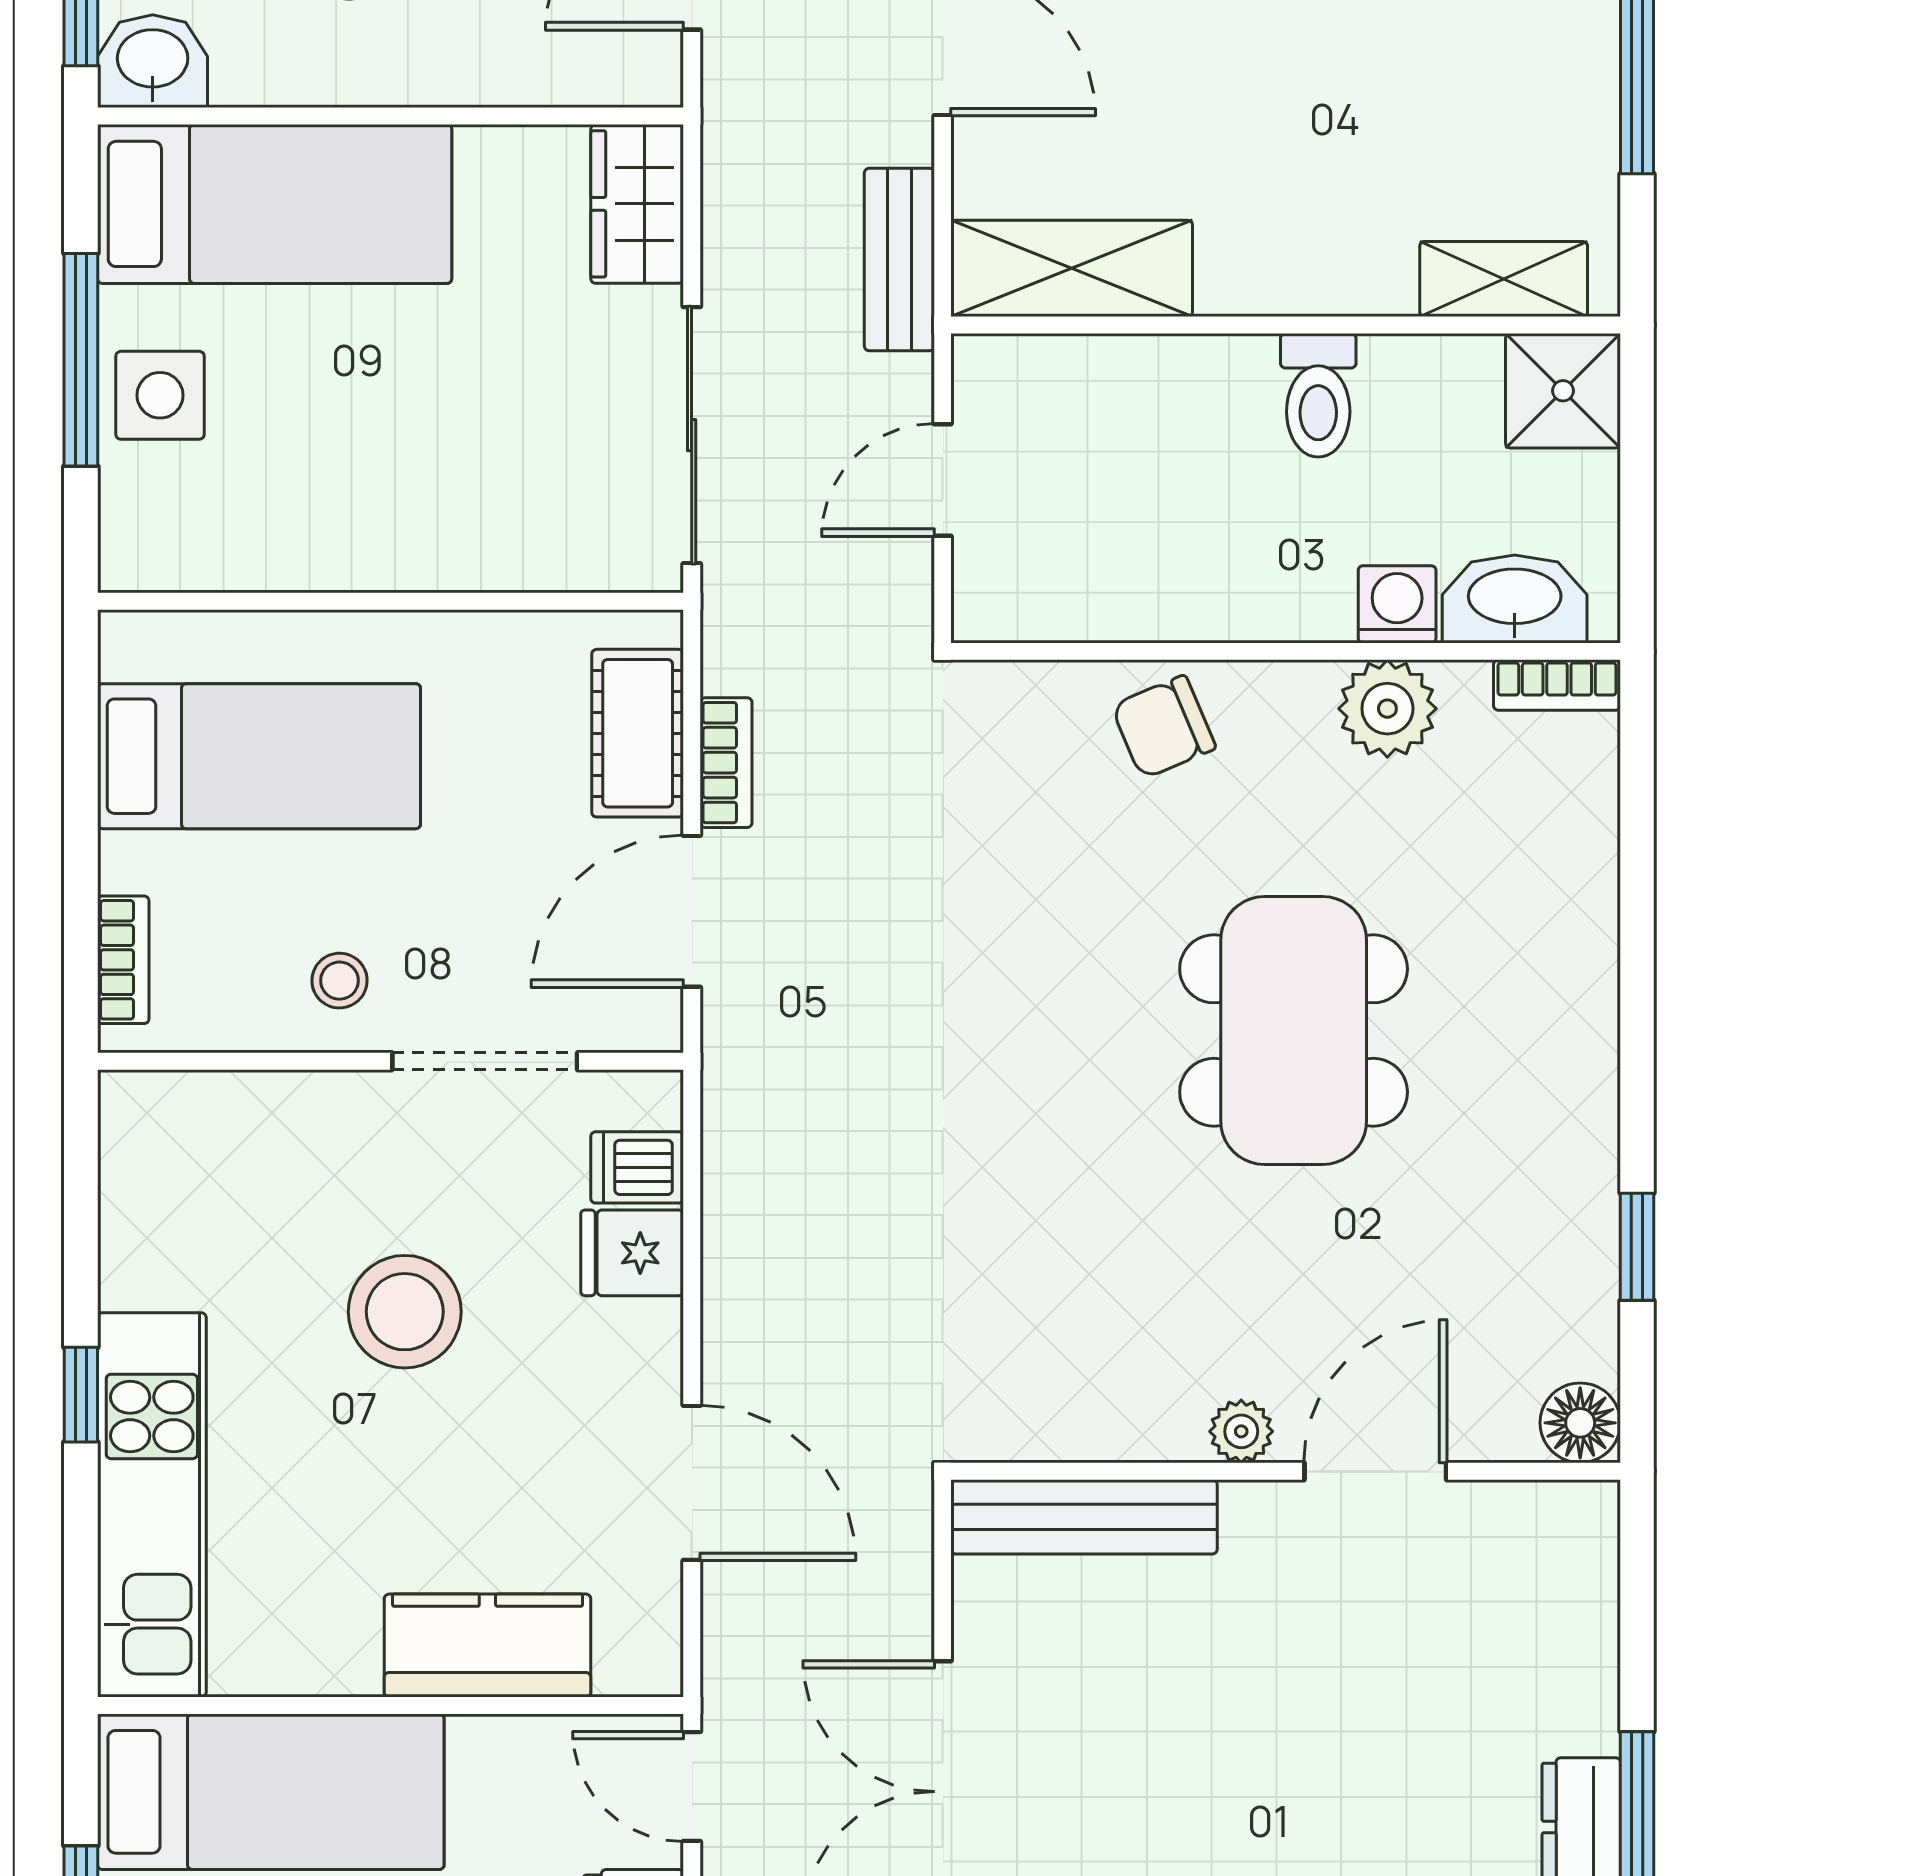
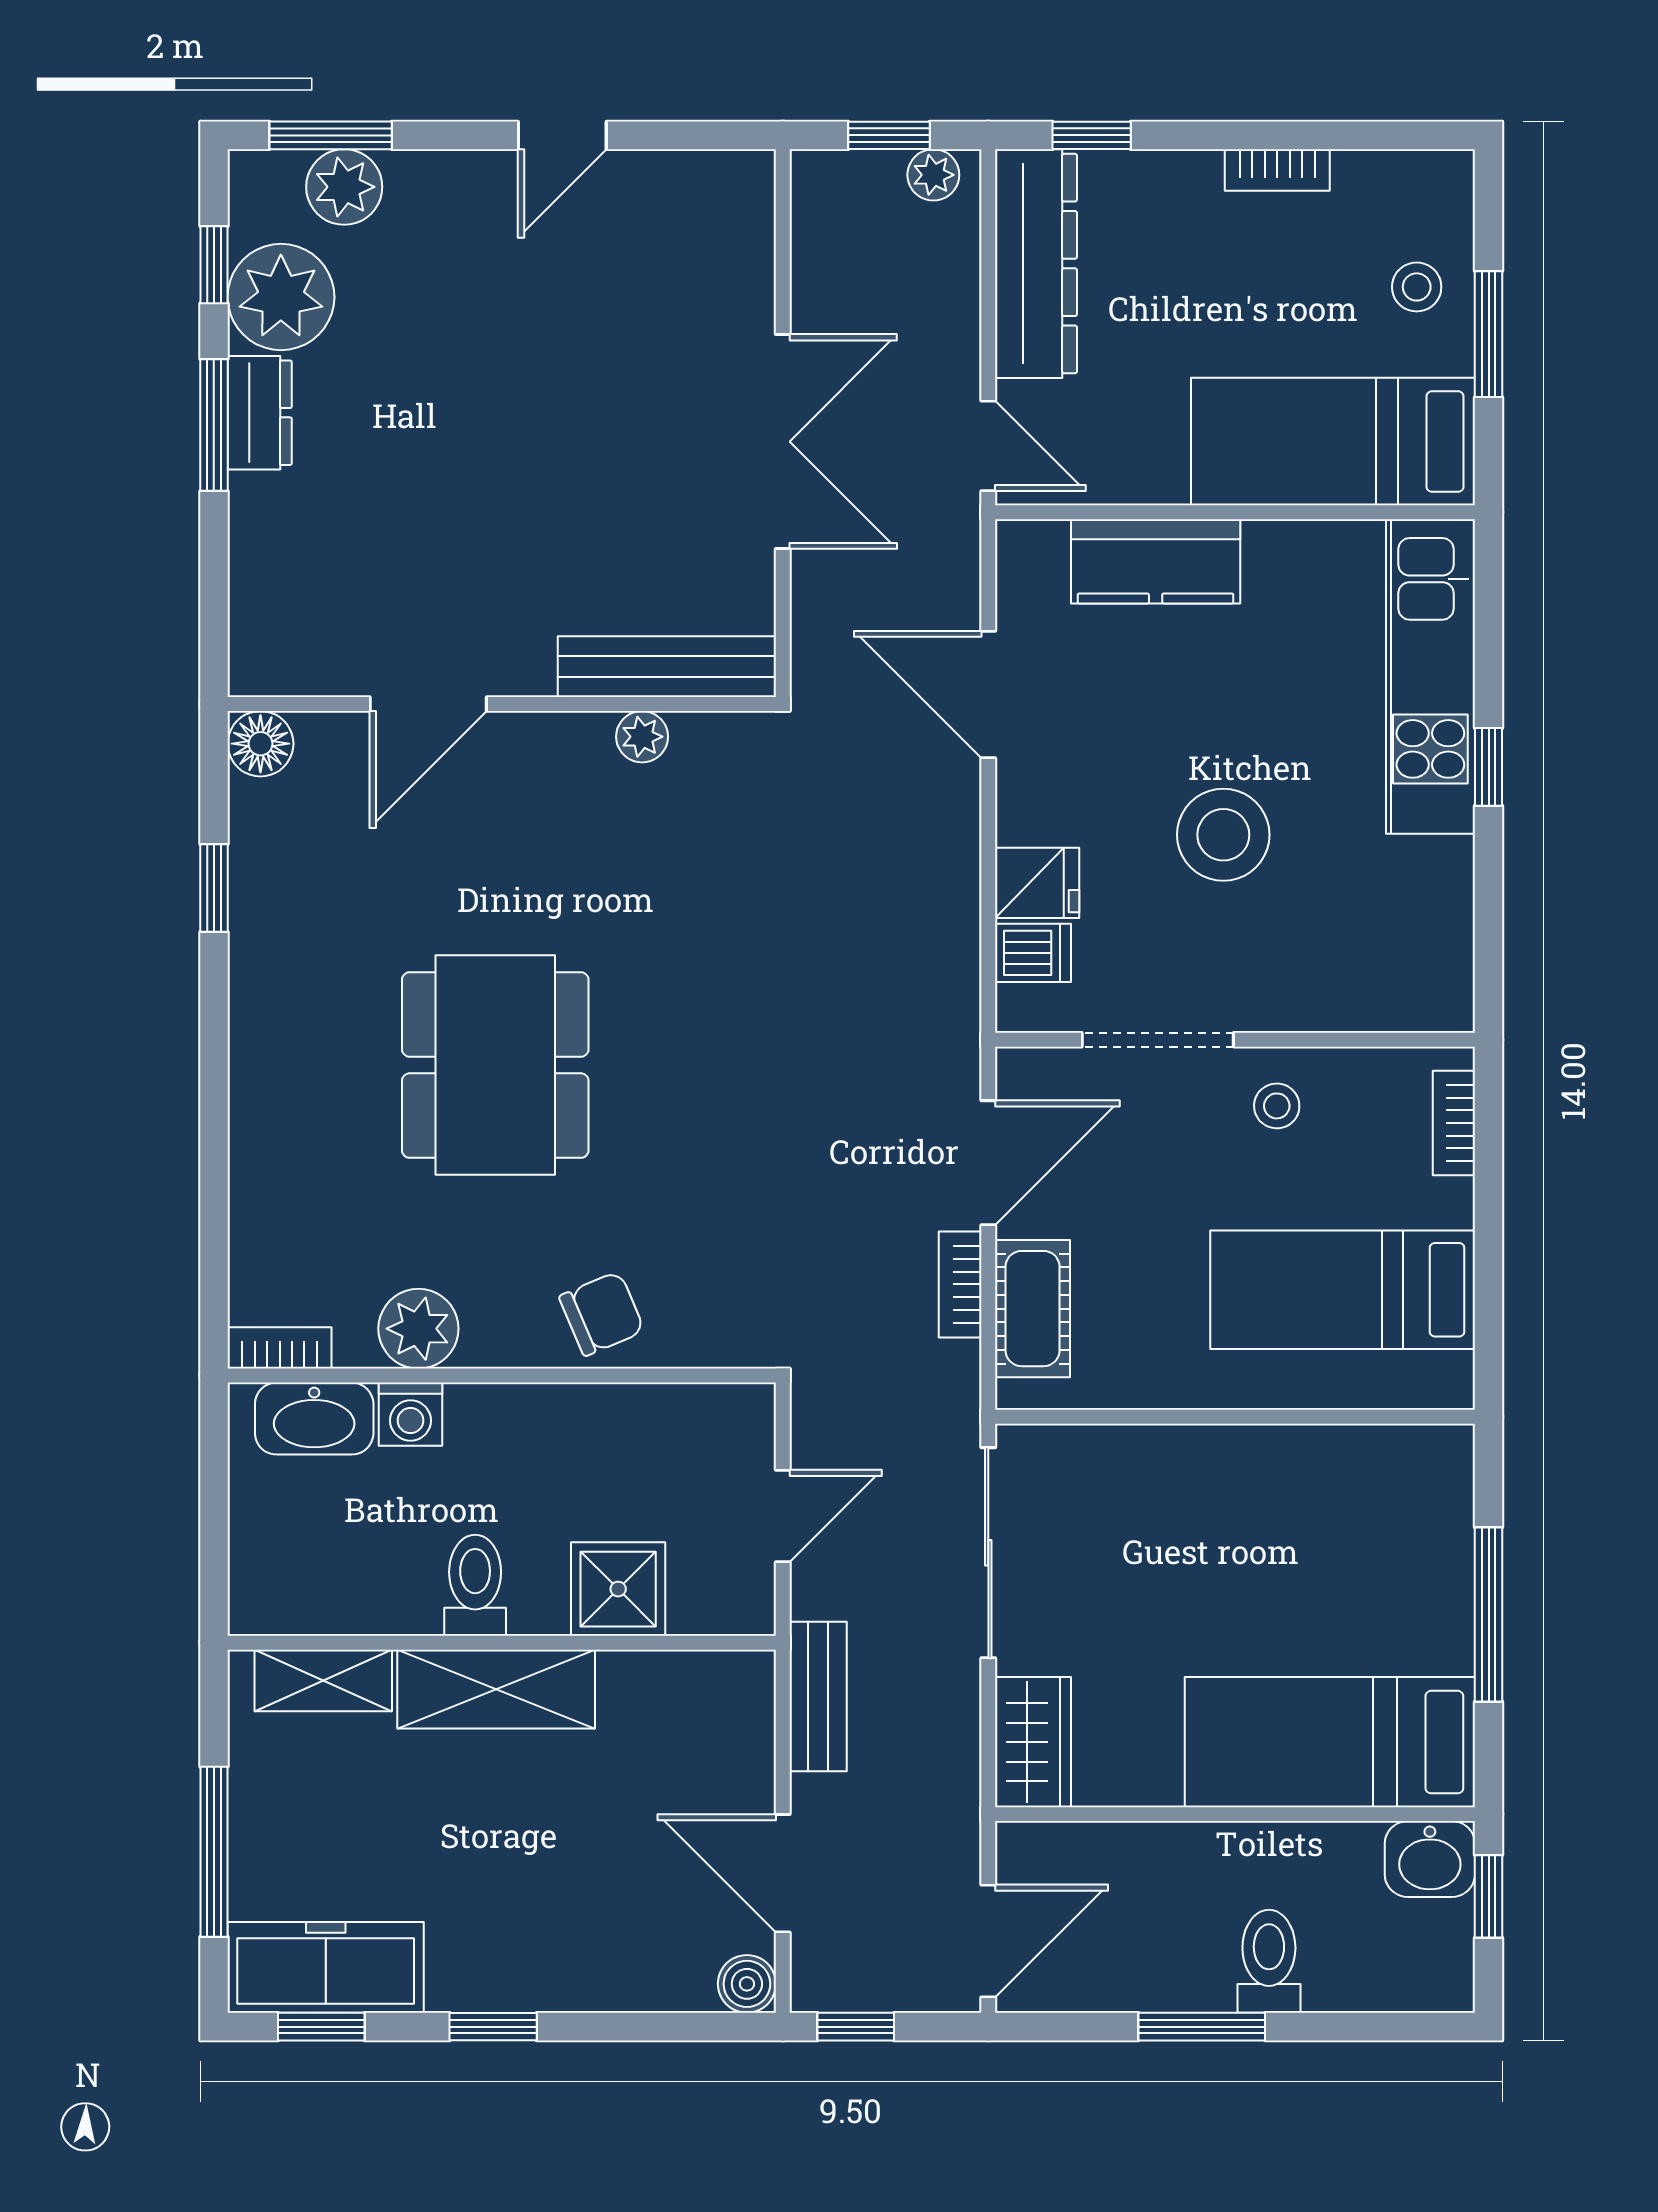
shelving: (1072, 268) -> (496, 1689), moved
shower: (1563, 391) -> (618, 1589), moved
side table: (160, 395) -> (1424, 1585), removed
plant: (1241, 1431) -> (642, 737), moved

